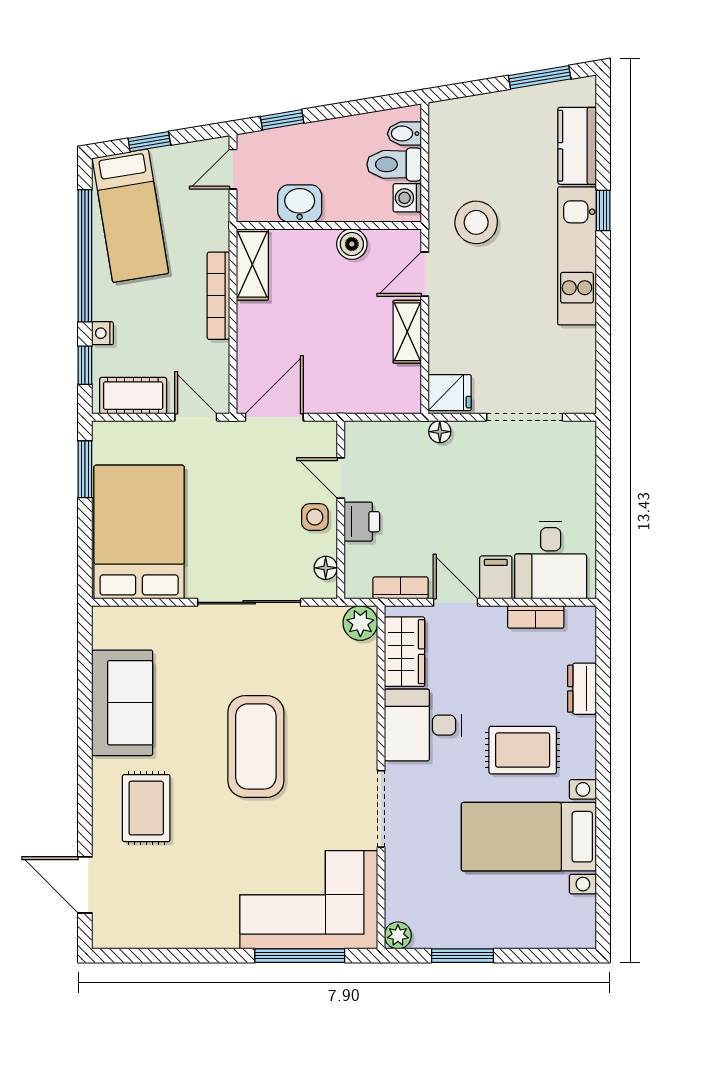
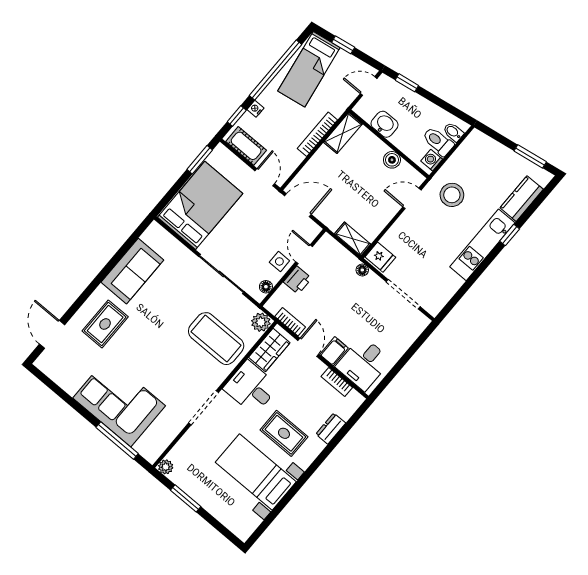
shelving: (407, 332) -> (353, 239), moved, turned 90
coffee table: (256, 746) -> (216, 339), moved, turned 90
corner sofa: (309, 900) -> (119, 402), moved

